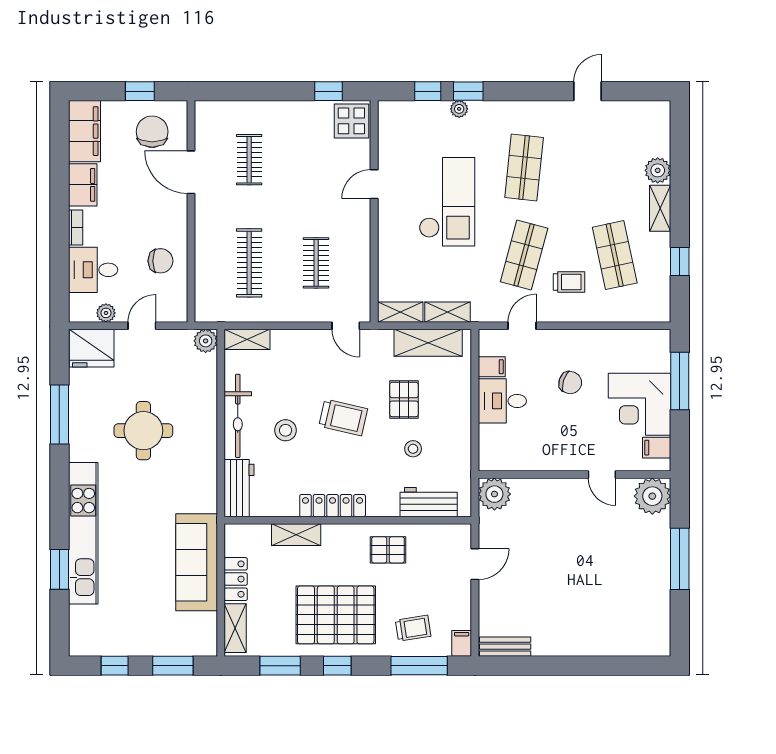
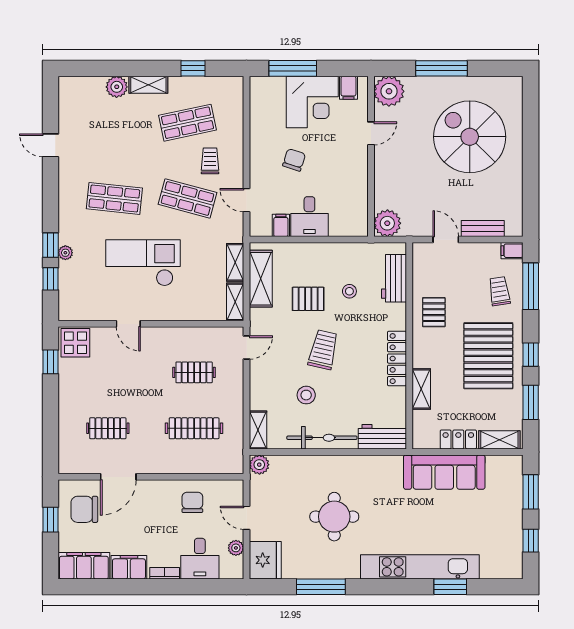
stool: (286, 430) -> (306, 395), moved
spiral stairs: (598, 593) -> (470, 137), added
bench: (505, 647) -> (483, 229), moved, turned 90

